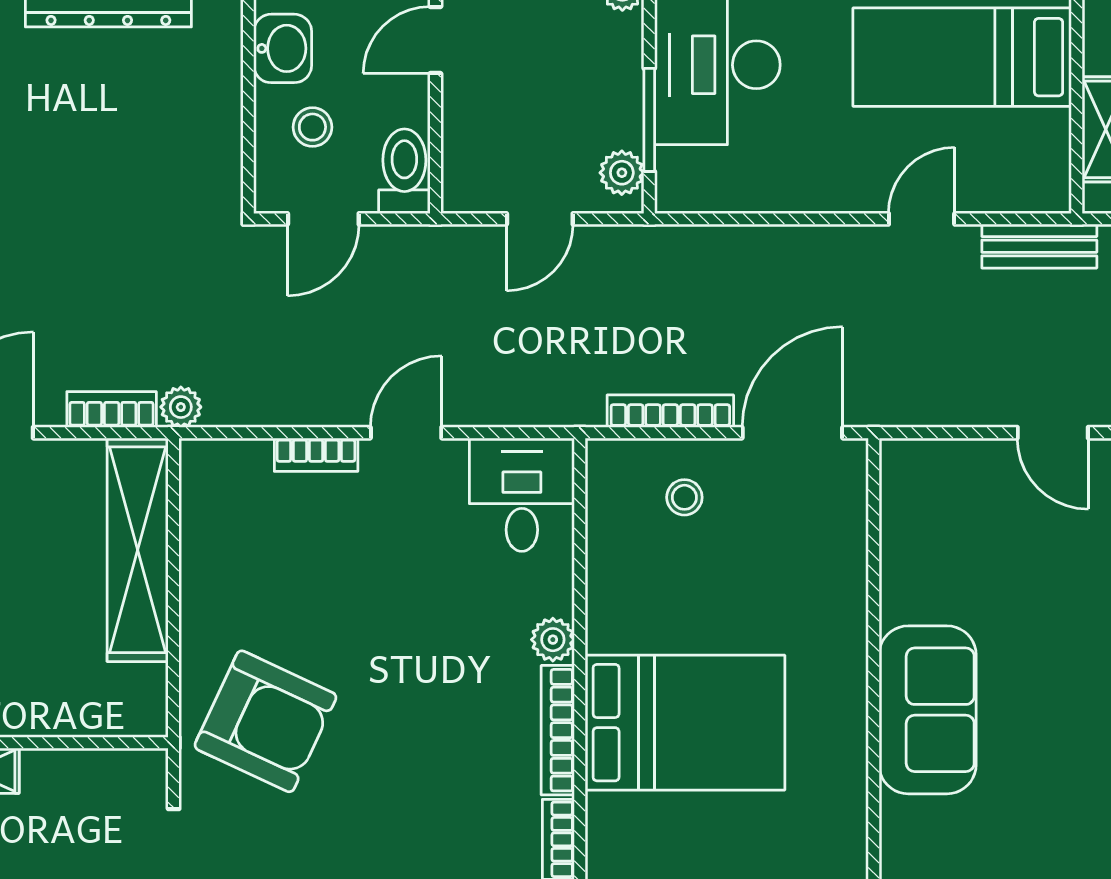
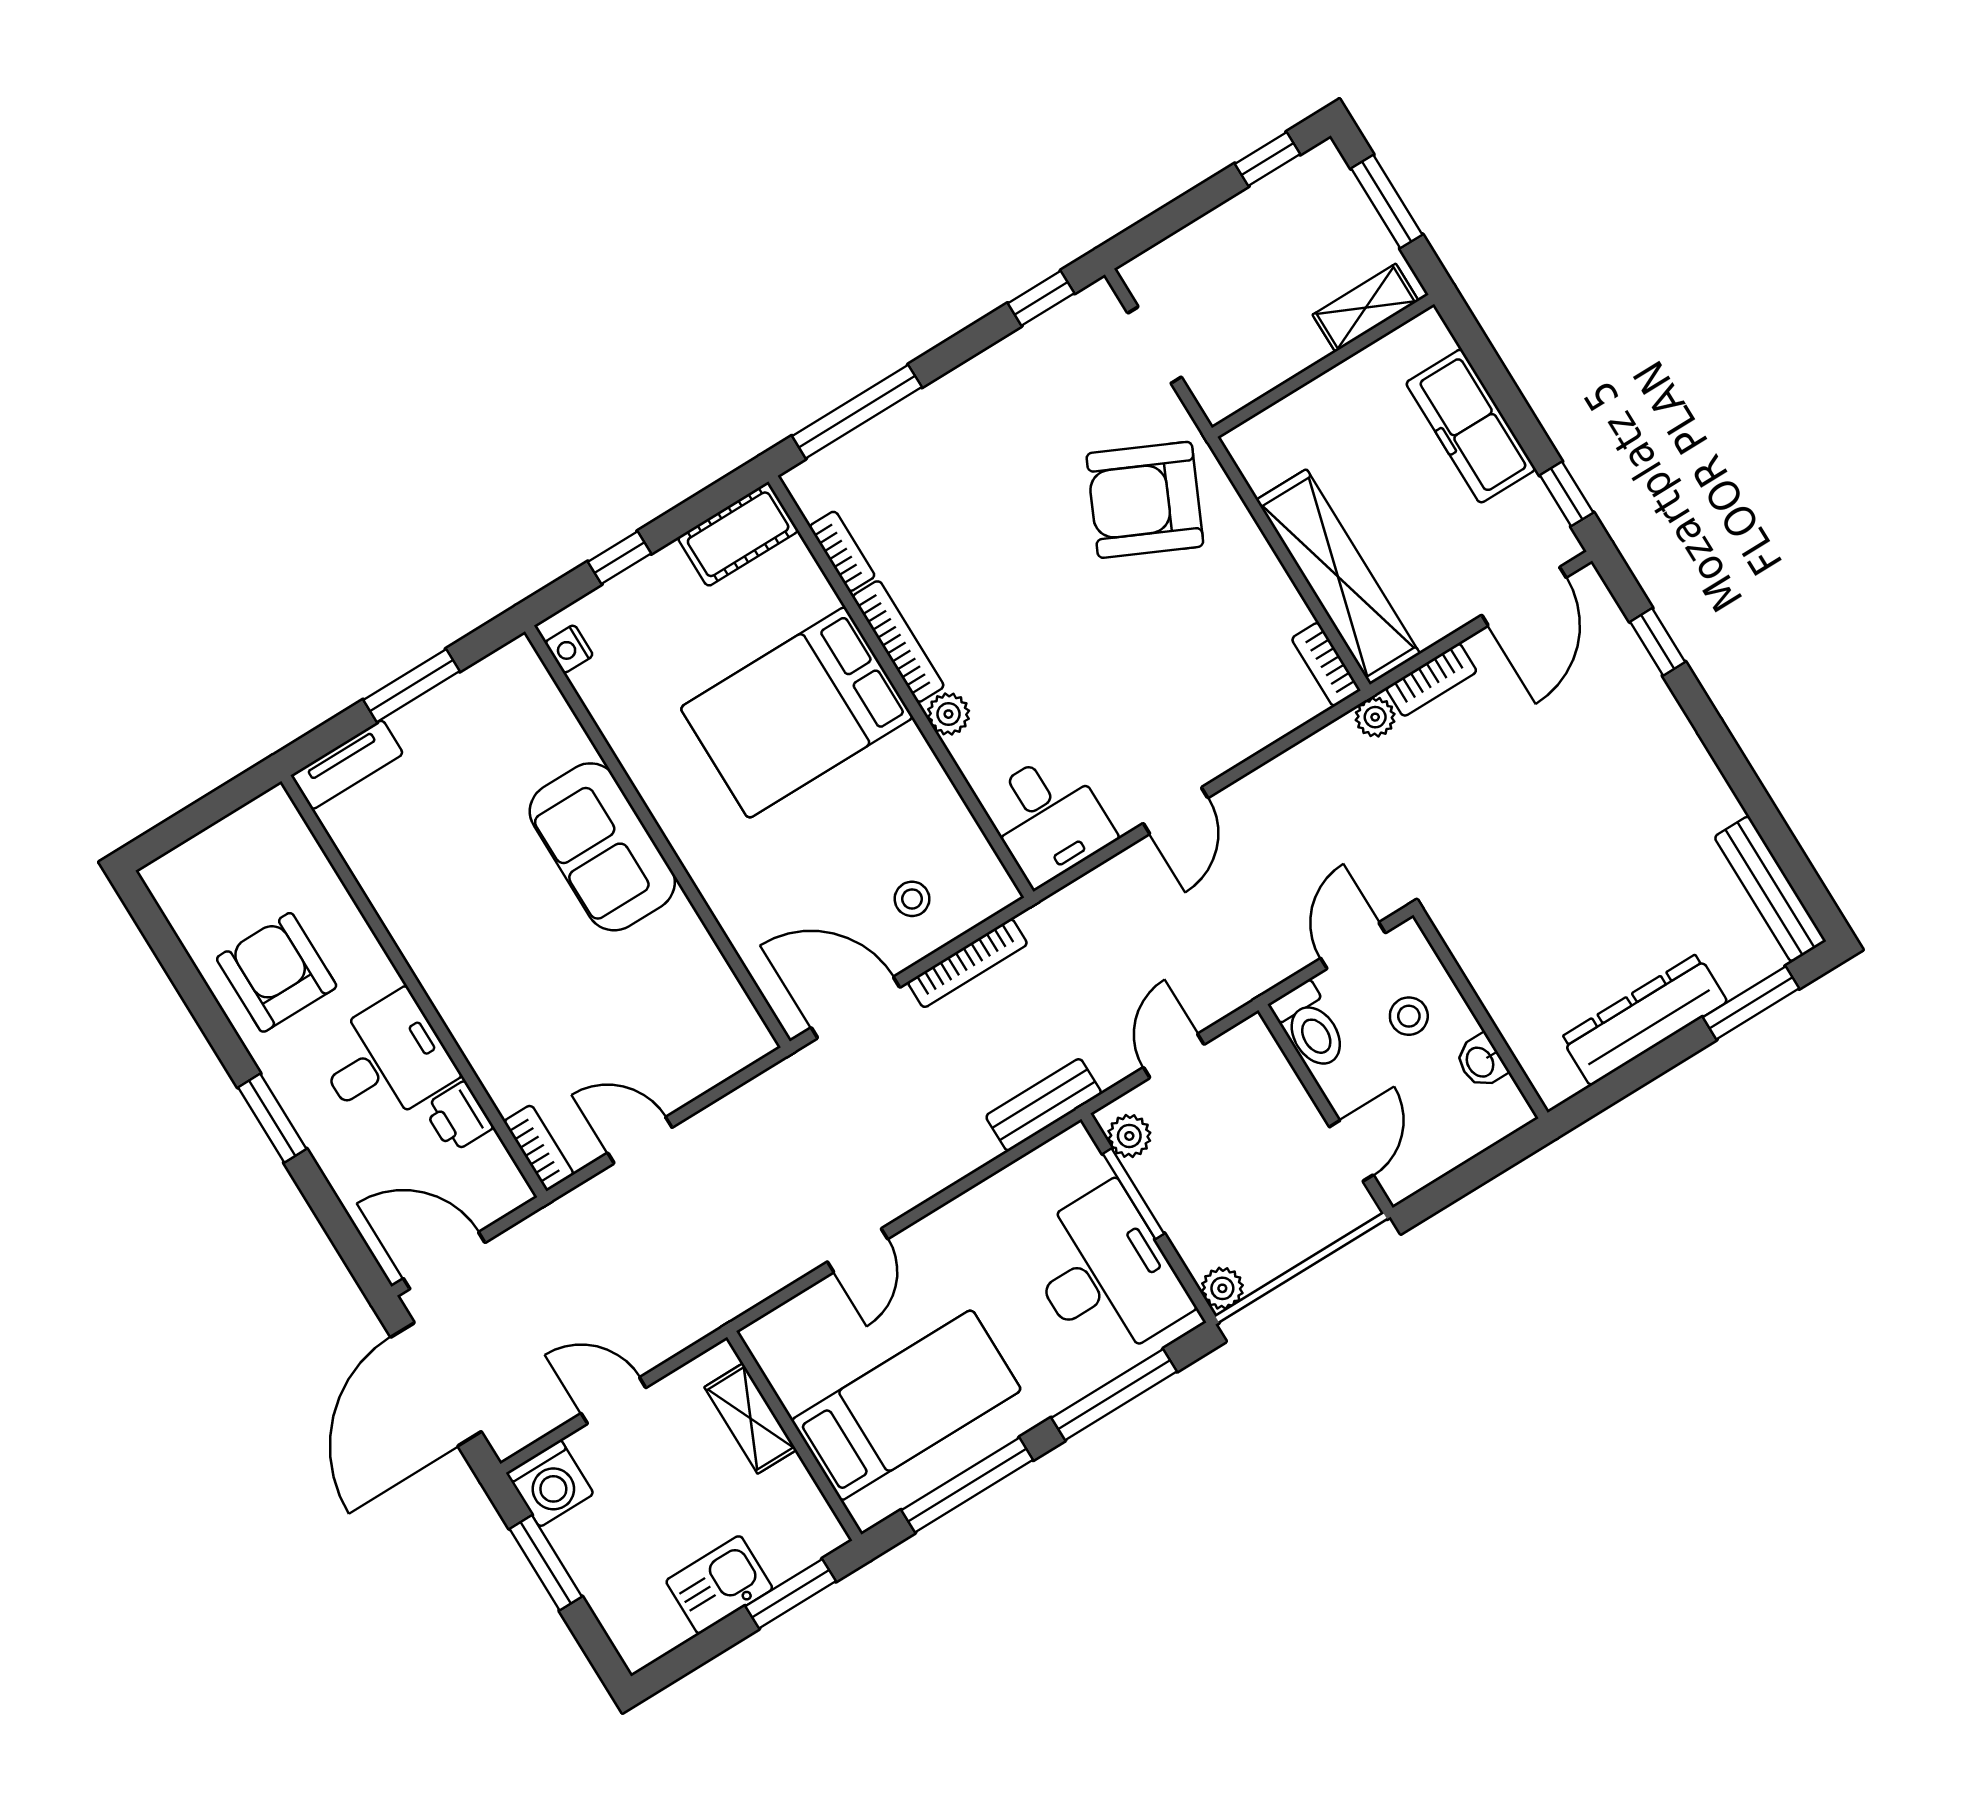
washbasin: (283, 48) -> (1481, 1061), width x0.72, depth x0.69
bench: (1039, 246) -> (1044, 1105), moved
door: (792, 433) -> (856, 1007), swing flipped
bookcase: (316, 455) -> (1326, 664), moved, turned -90

